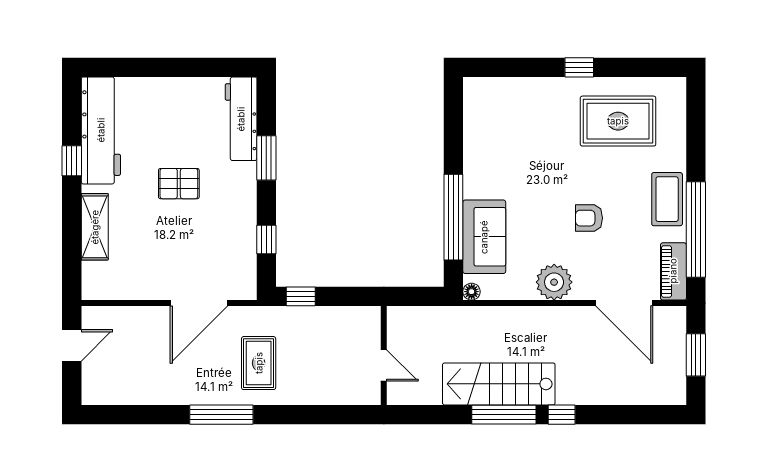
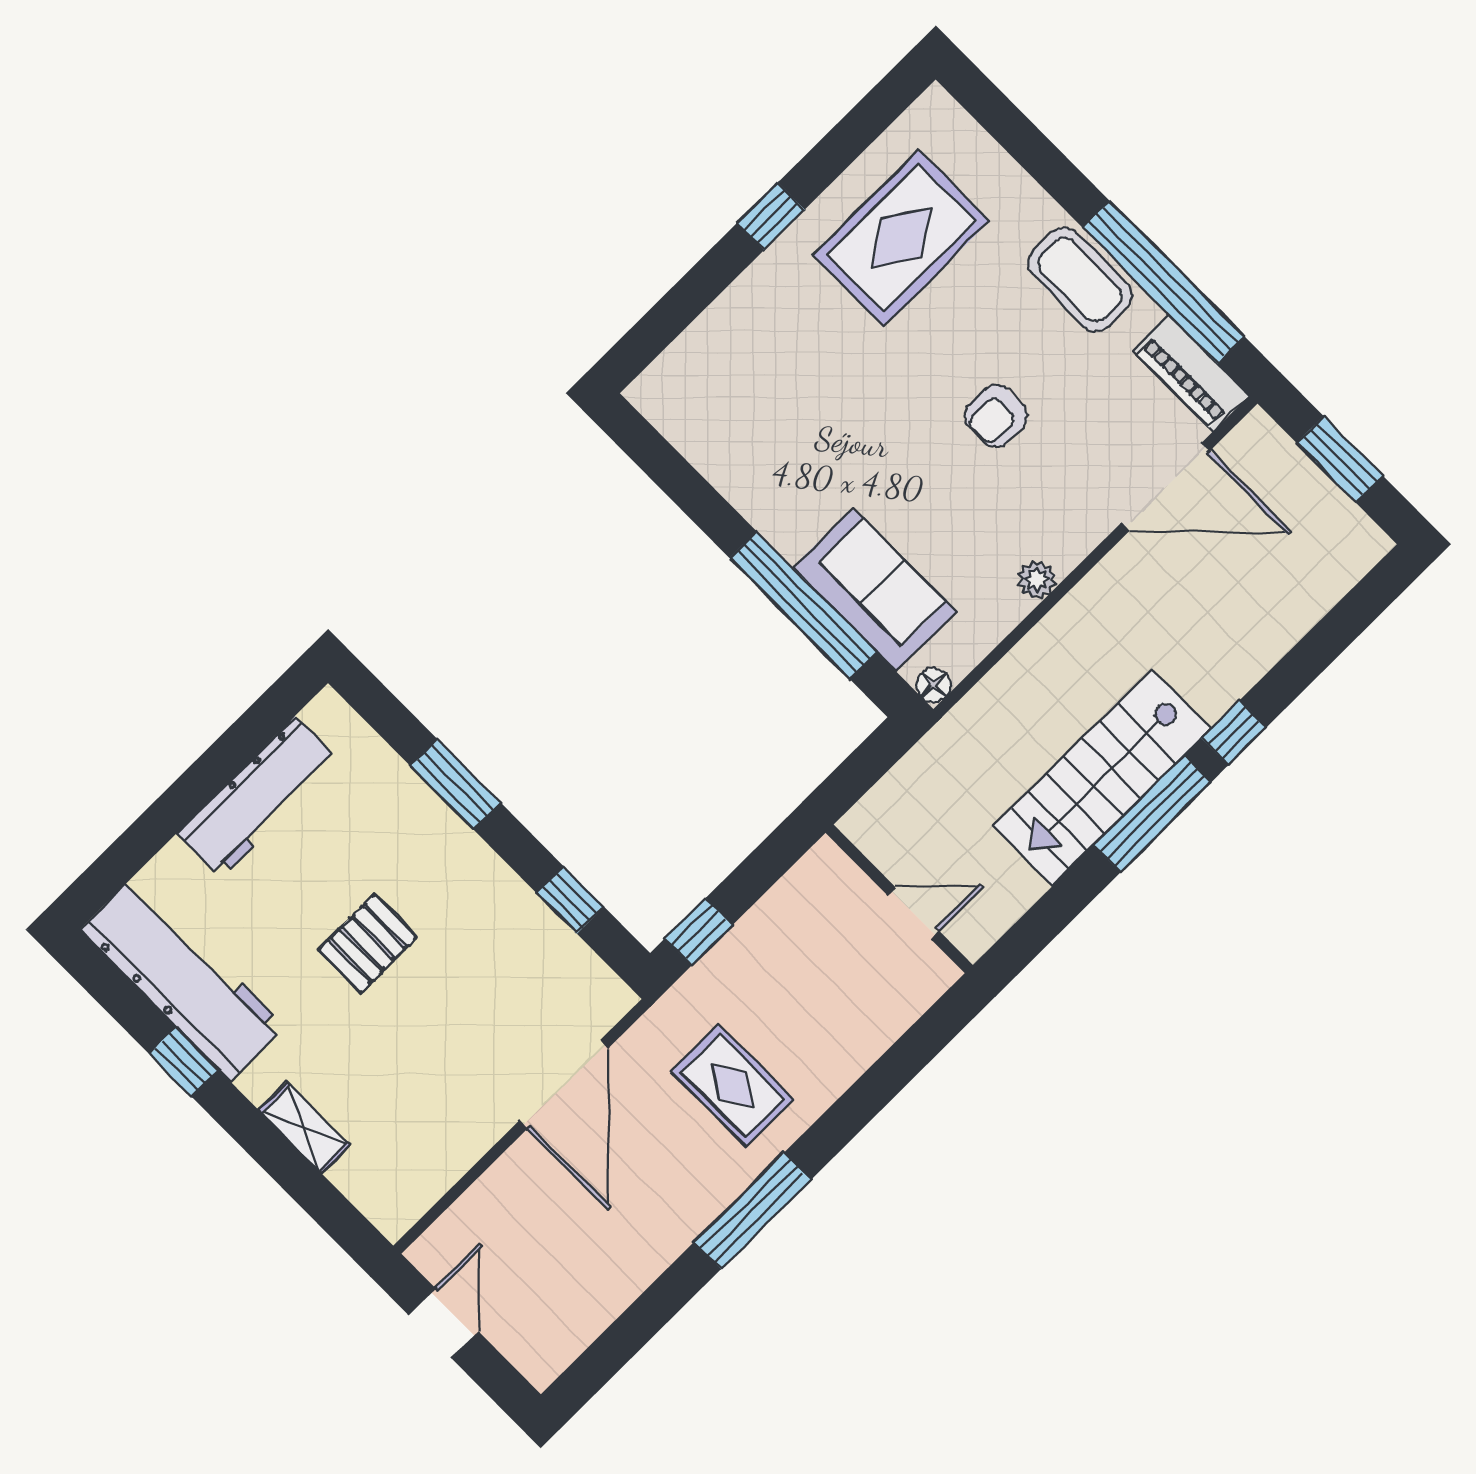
workbench: (241, 119) -> (258, 797), moved, turned -90
shelving: (95, 227) -> (304, 1128), width x0.67, depth x0.75
plant: (554, 282) -> (1037, 580), width x0.53, depth x0.53

